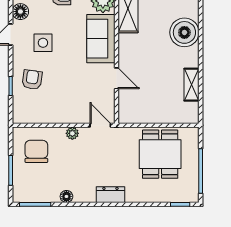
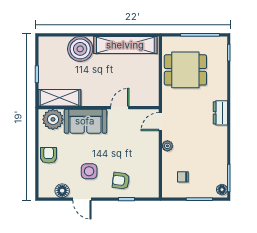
shelving: (192, 85) -> (125, 45), width x2.20, depth x1.33
chair: (36, 151) -> (183, 177), width x0.54, depth x0.54
floor lamp: (66, 196) -> (222, 190), moved

